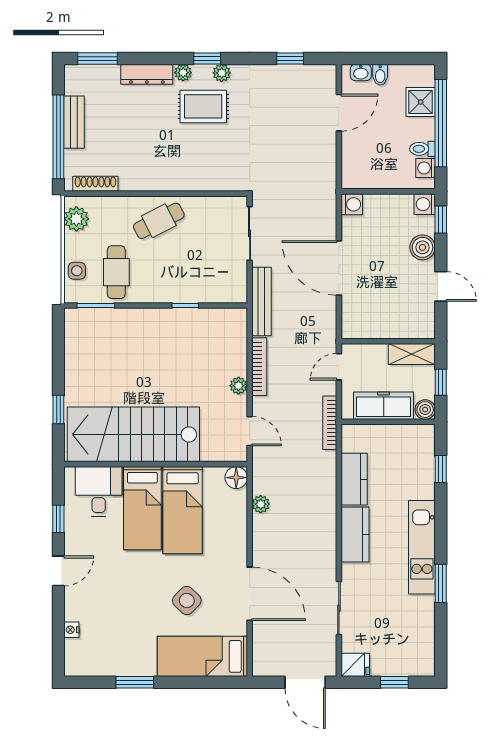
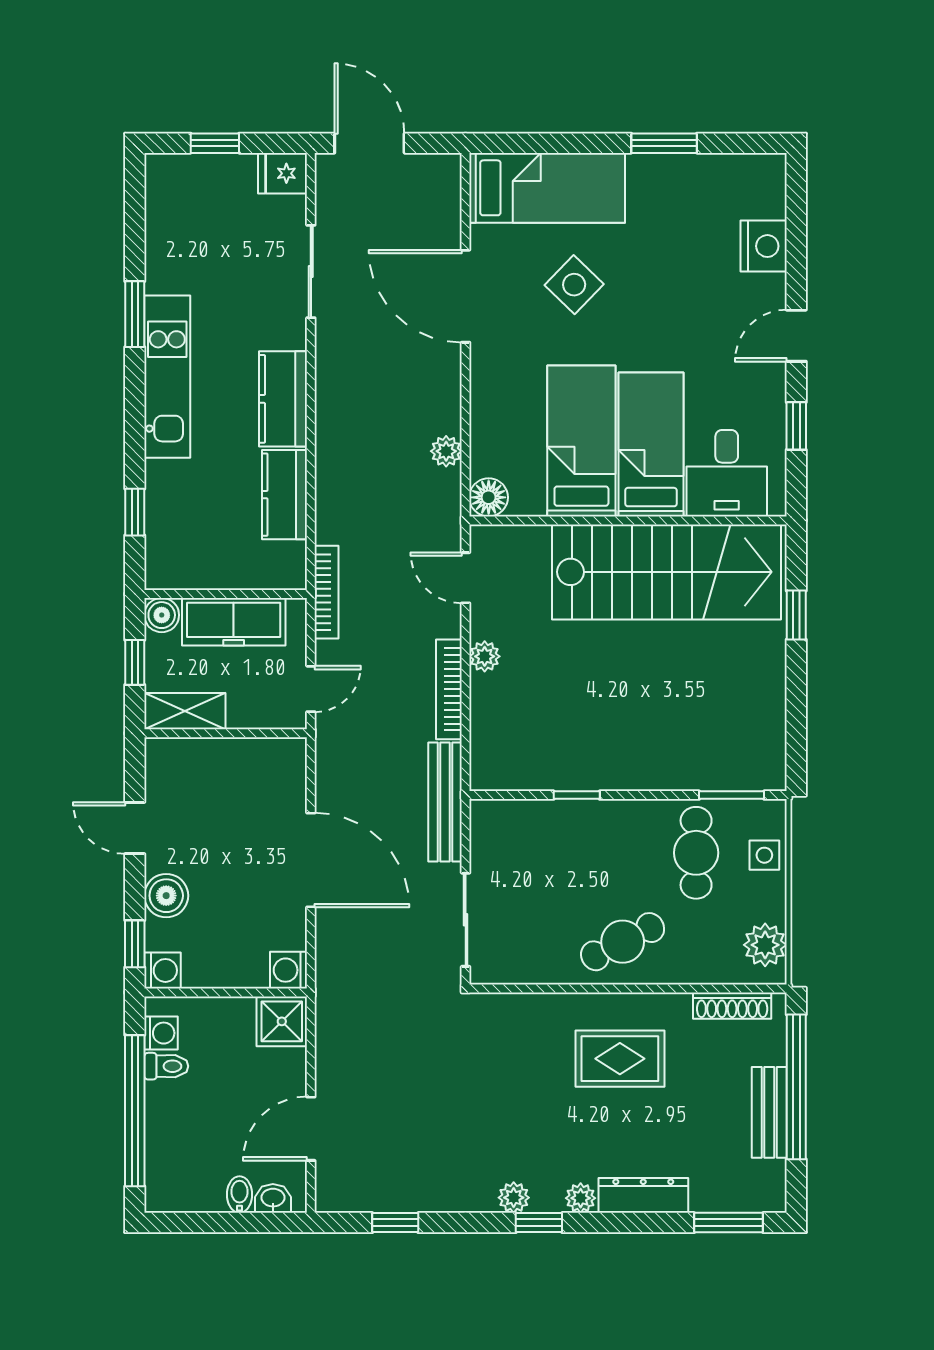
shower: (421, 102) -> (282, 1021), moved
rug: (203, 106) -> (620, 1059), moved
nightstand: (71, 630) -> (764, 246), width x1.89, depth x1.79

